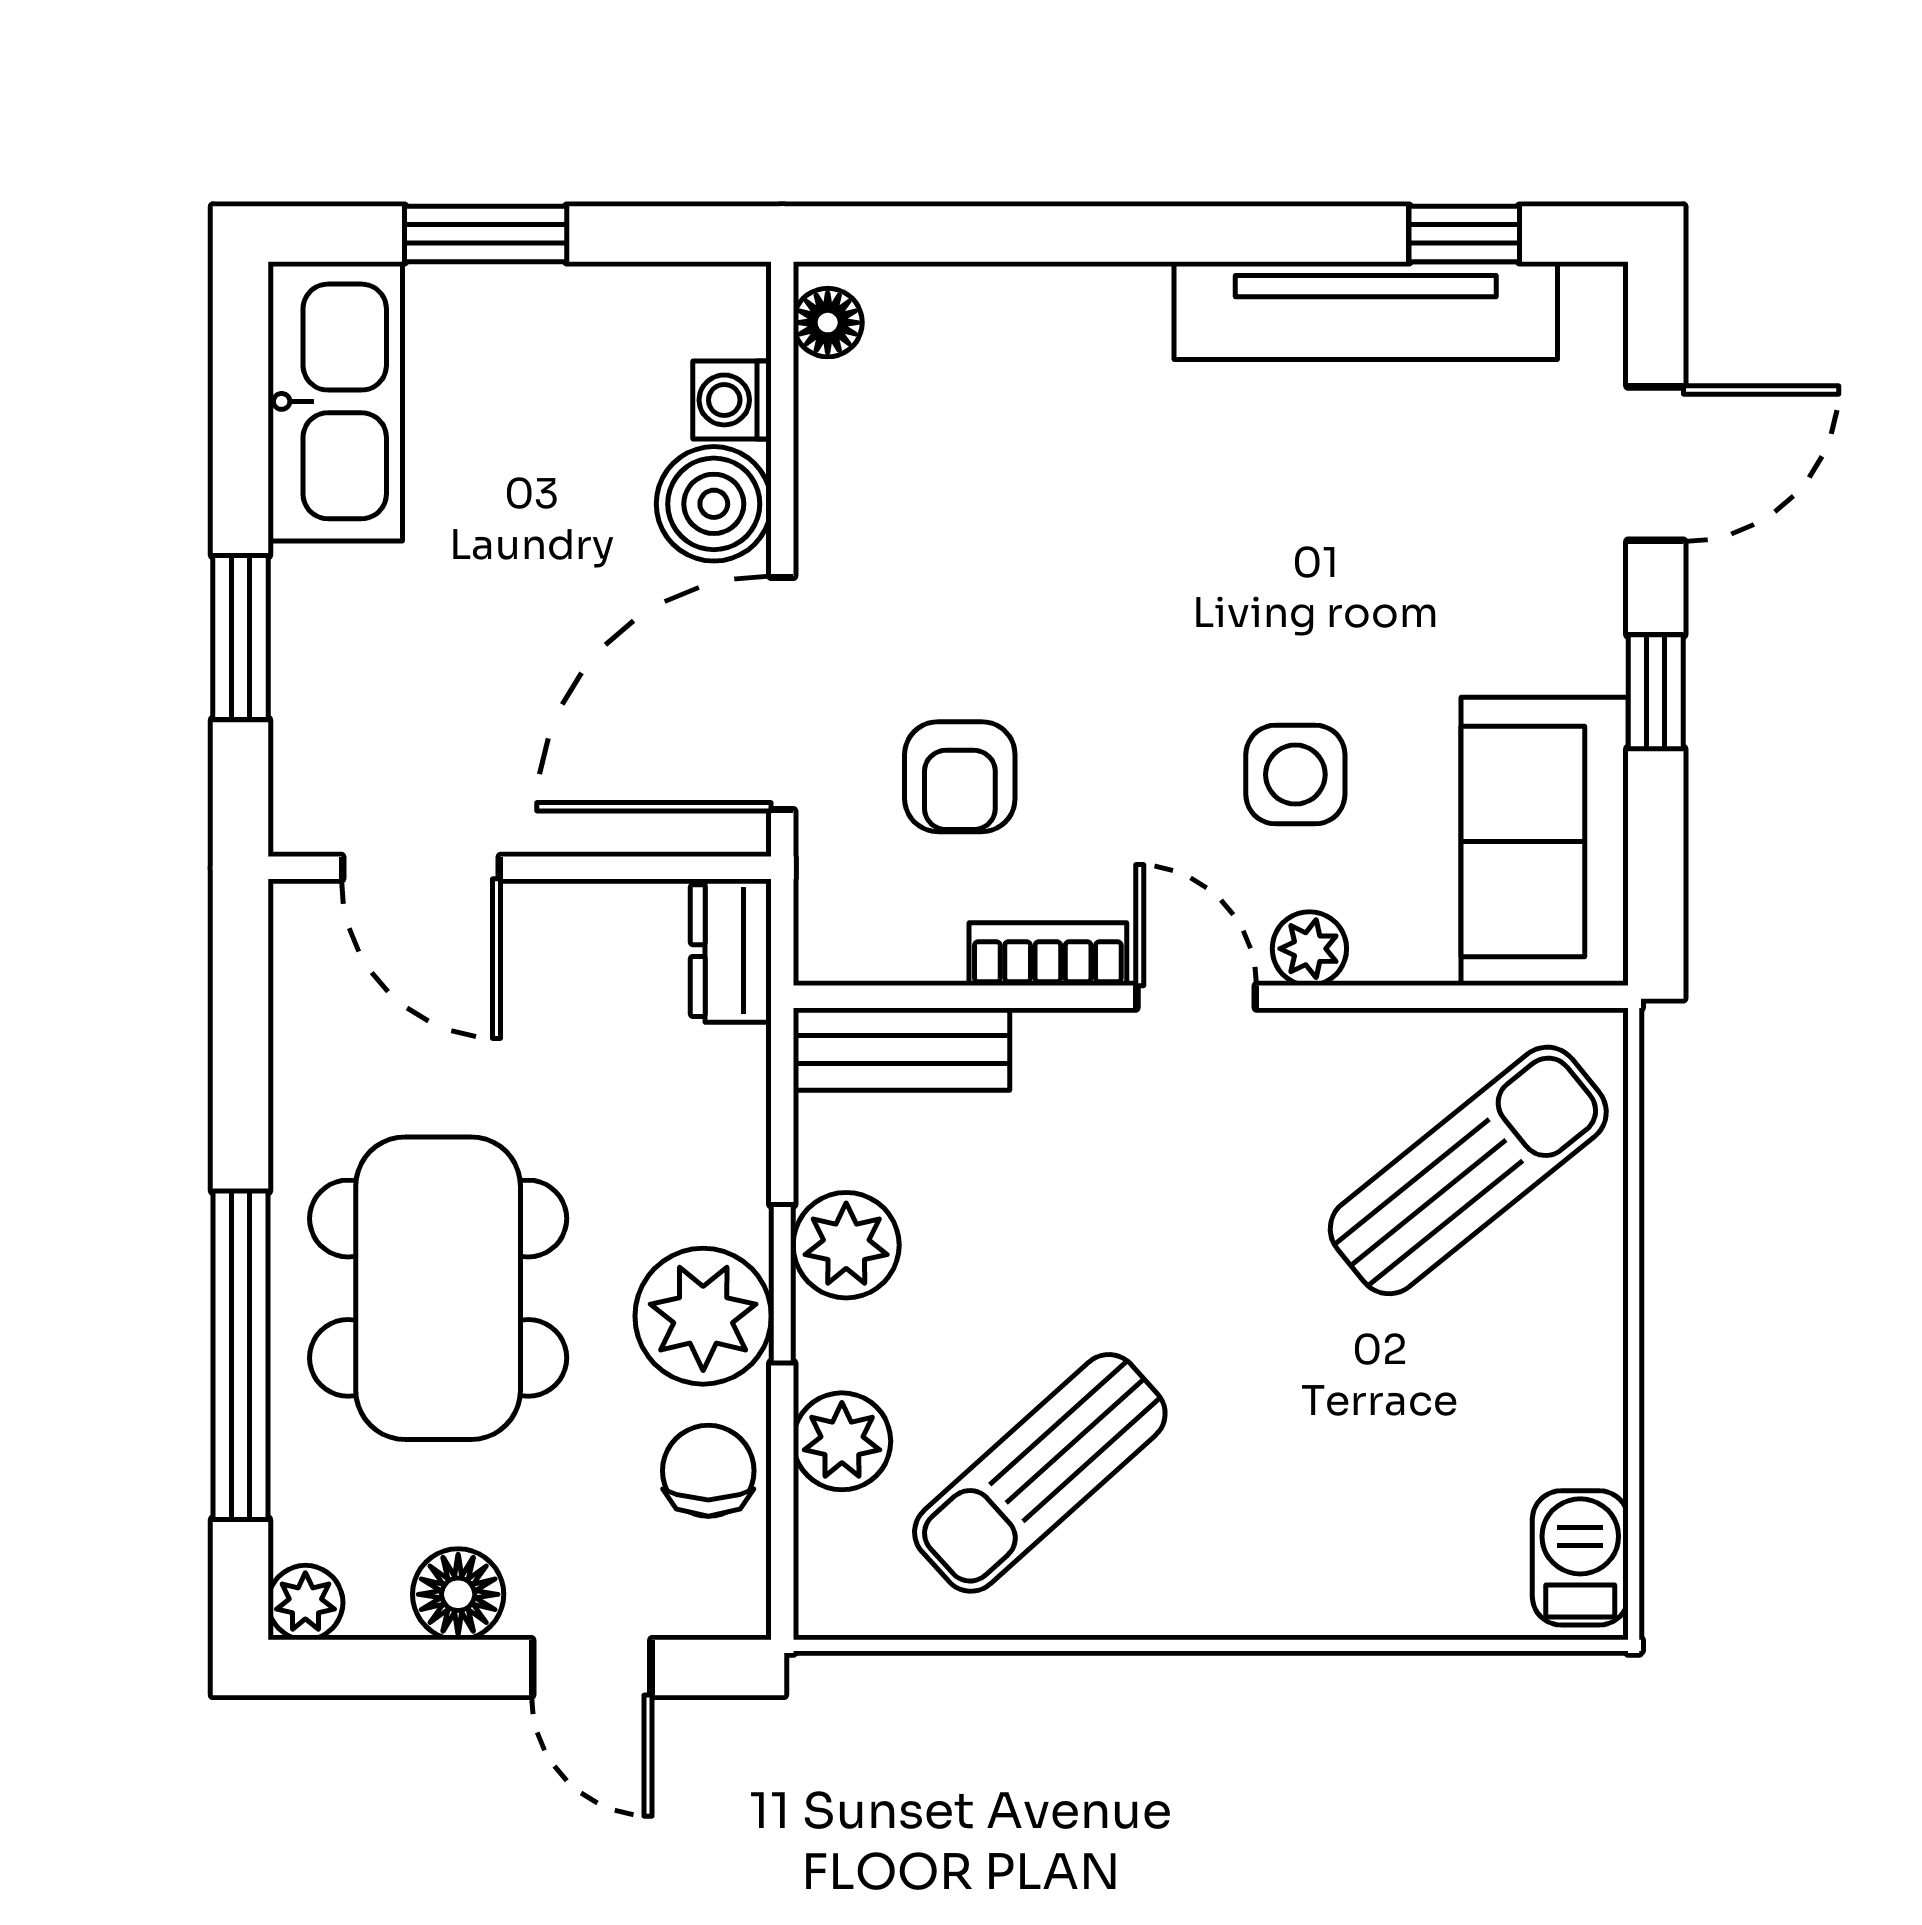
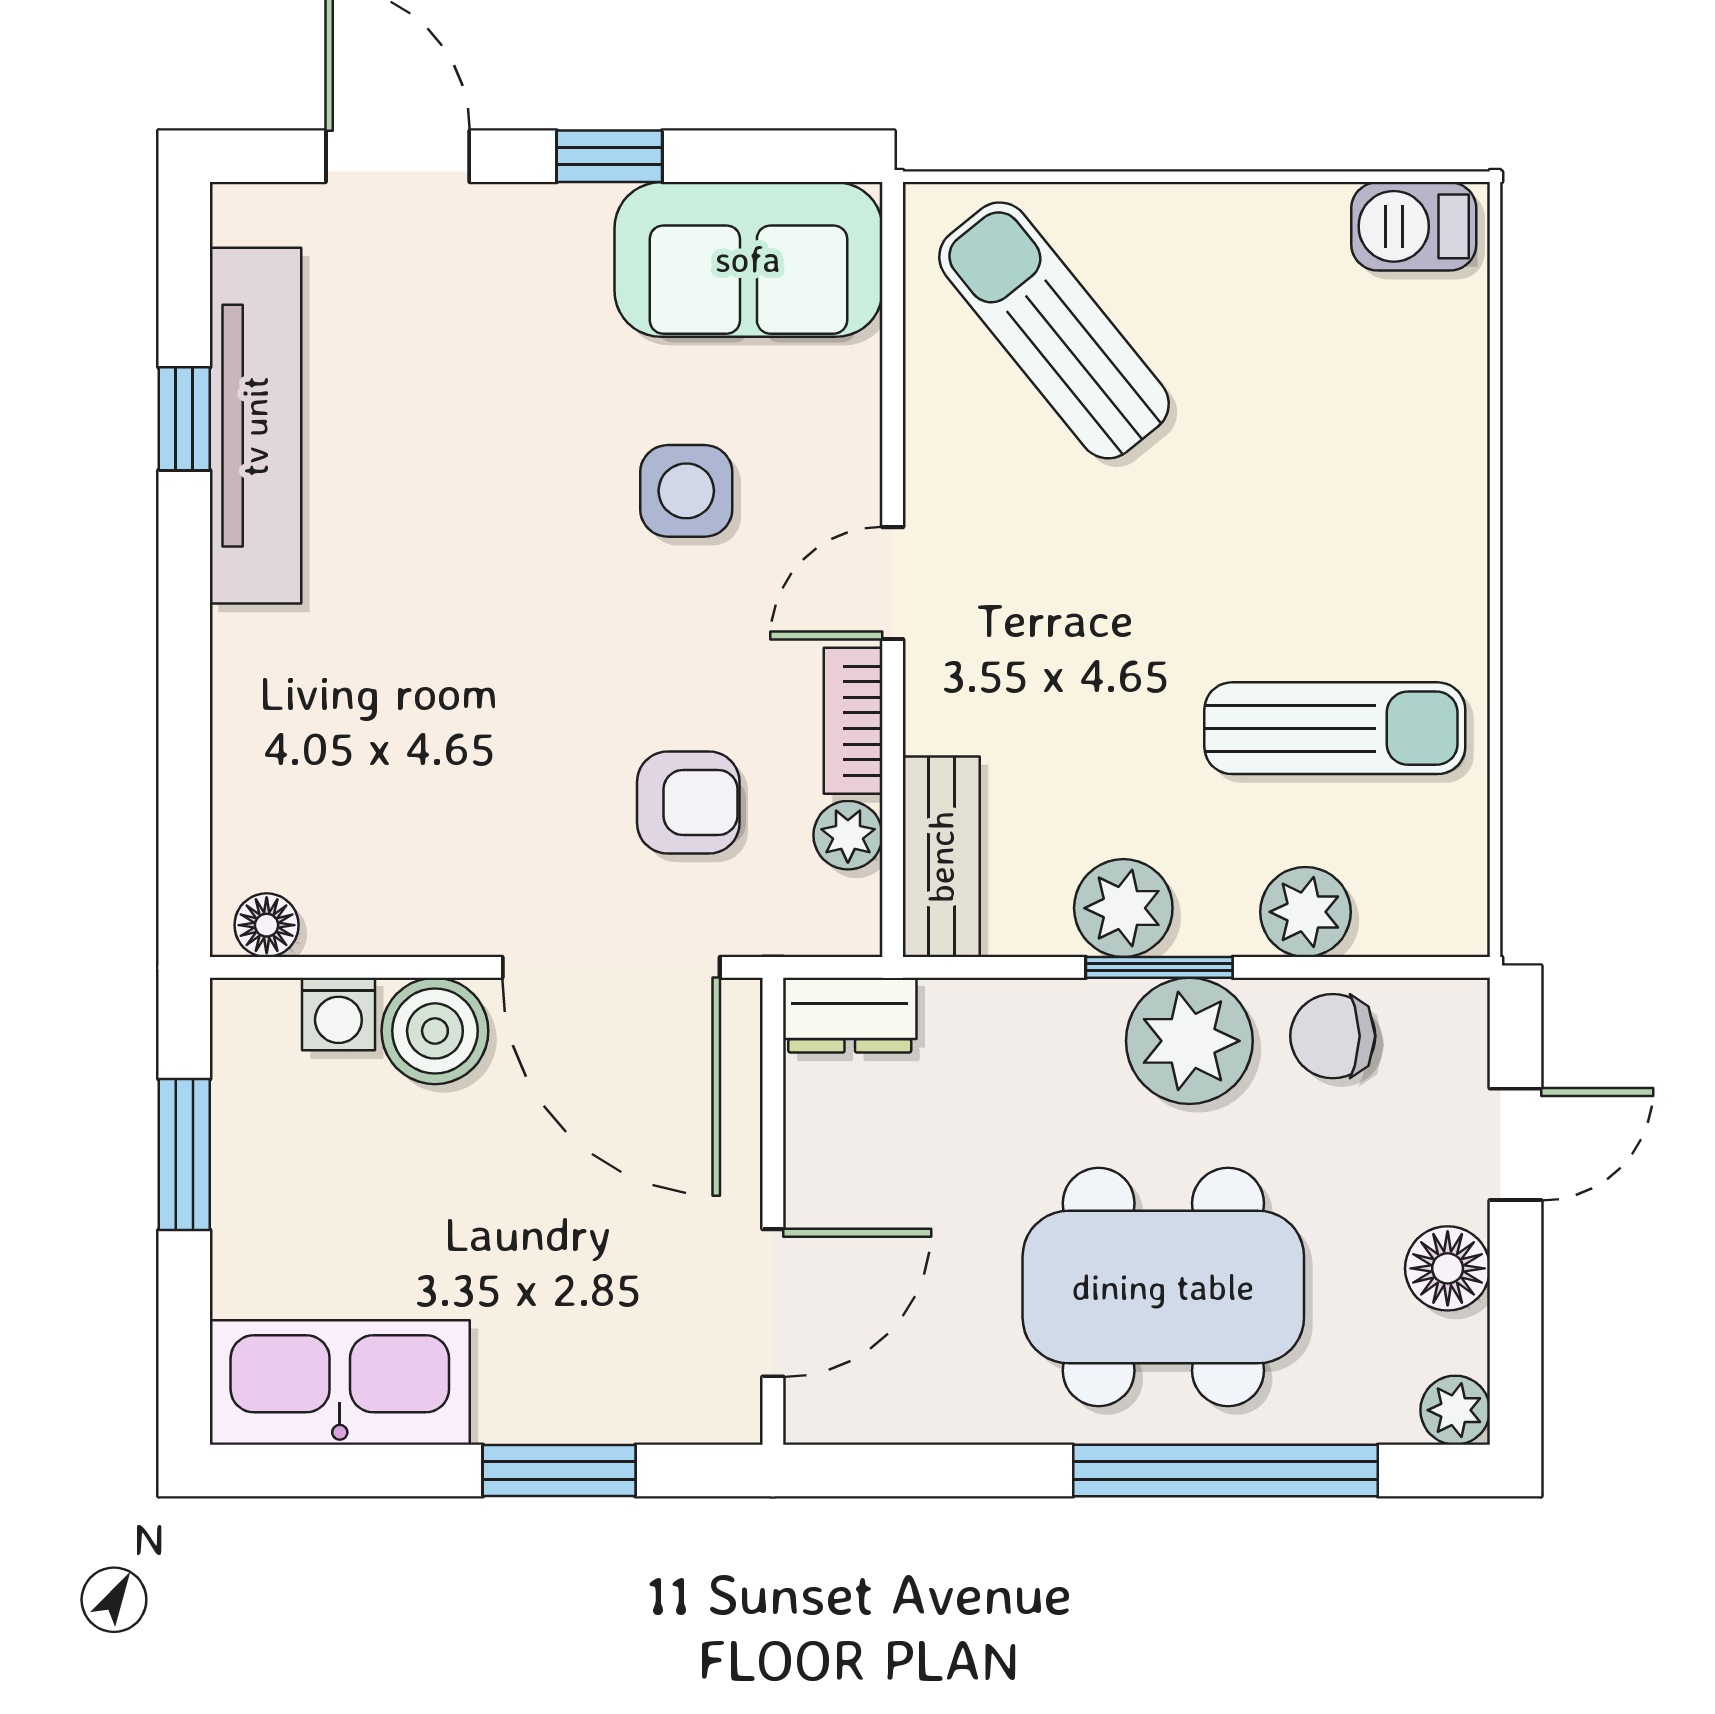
window: (486, 234) -> (184, 1155), moved
window: (1464, 234) -> (184, 419), moved
plant: (1309, 949) -> (848, 835), moved
sun lounger: (1040, 1473) -> (1335, 728), turned -48

